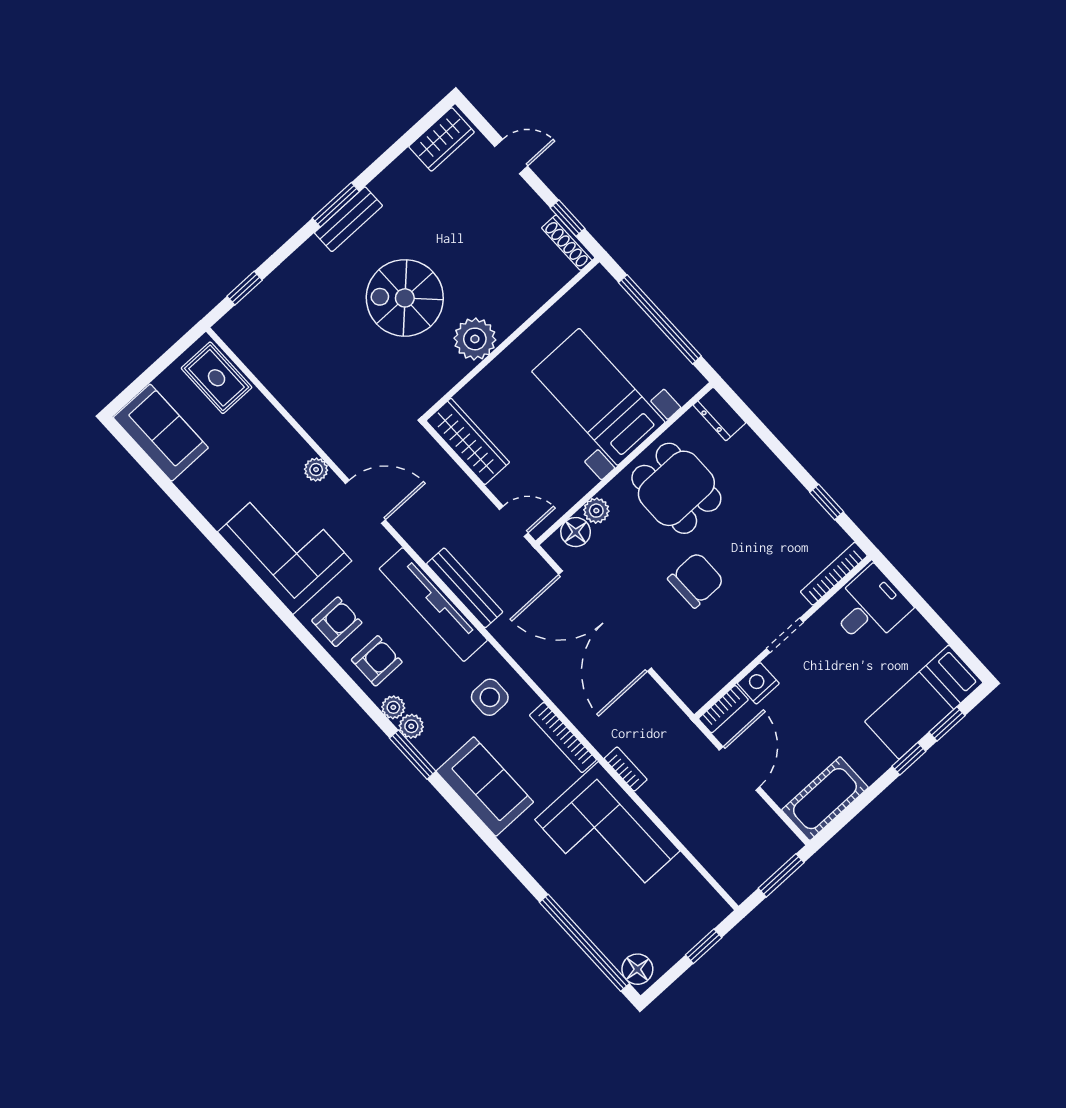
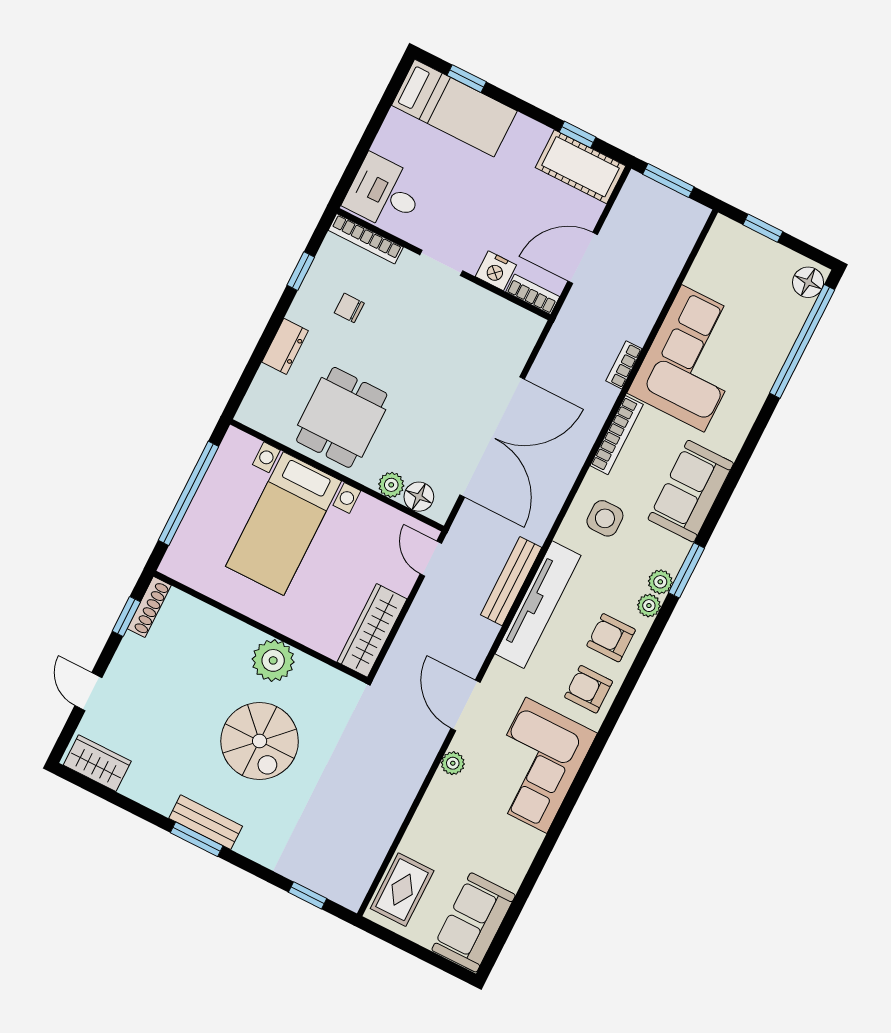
dresser: (719, 414) -> (285, 346), moved
chair: (696, 580) -> (349, 308), moved, width x0.54, depth x0.54
window: (909, 759) -> (578, 135), moved

